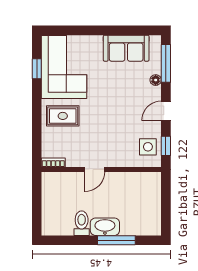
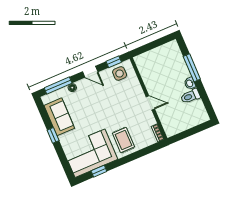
window: (106, 30) -> (53, 135), added
washbasin: (105, 227) -> (190, 83), width x0.52, depth x0.69

